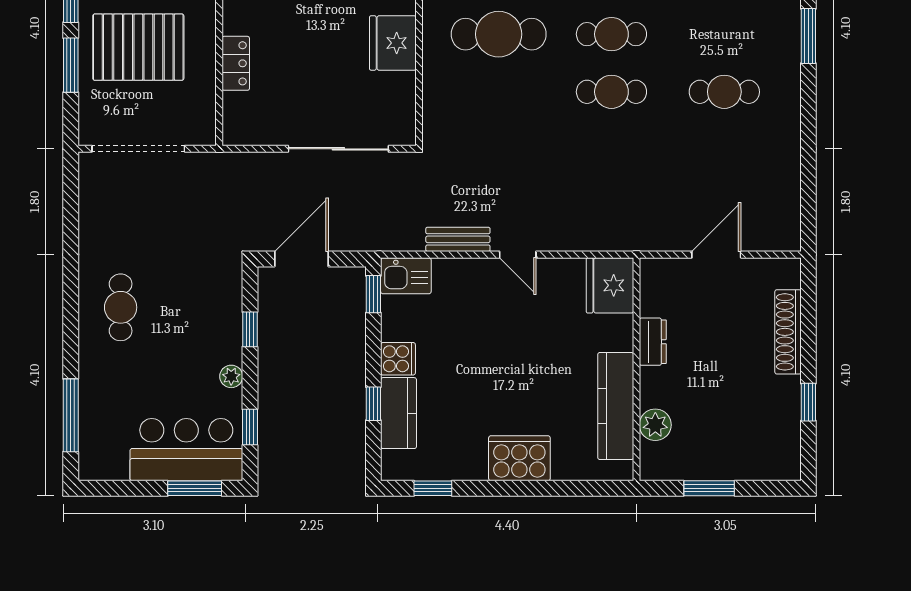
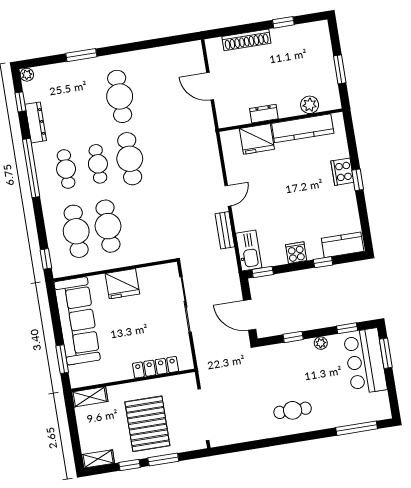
locker: (236, 63) -> (155, 367), width x1.53
cafe table: (611, 92) -> (130, 159), width x1.37, depth x1.35
cafe table: (724, 92) -> (120, 96), width x1.37, depth x1.35
kitchen sink: (406, 276) -> (249, 251), width x1.38
fridge: (610, 285) -> (257, 139), moved
kitchen counter: (399, 413) -> (343, 245), moved
cooker: (519, 458) -> (342, 172), width x0.73, depth x0.76
window: (433, 488) -> (358, 180), moved

